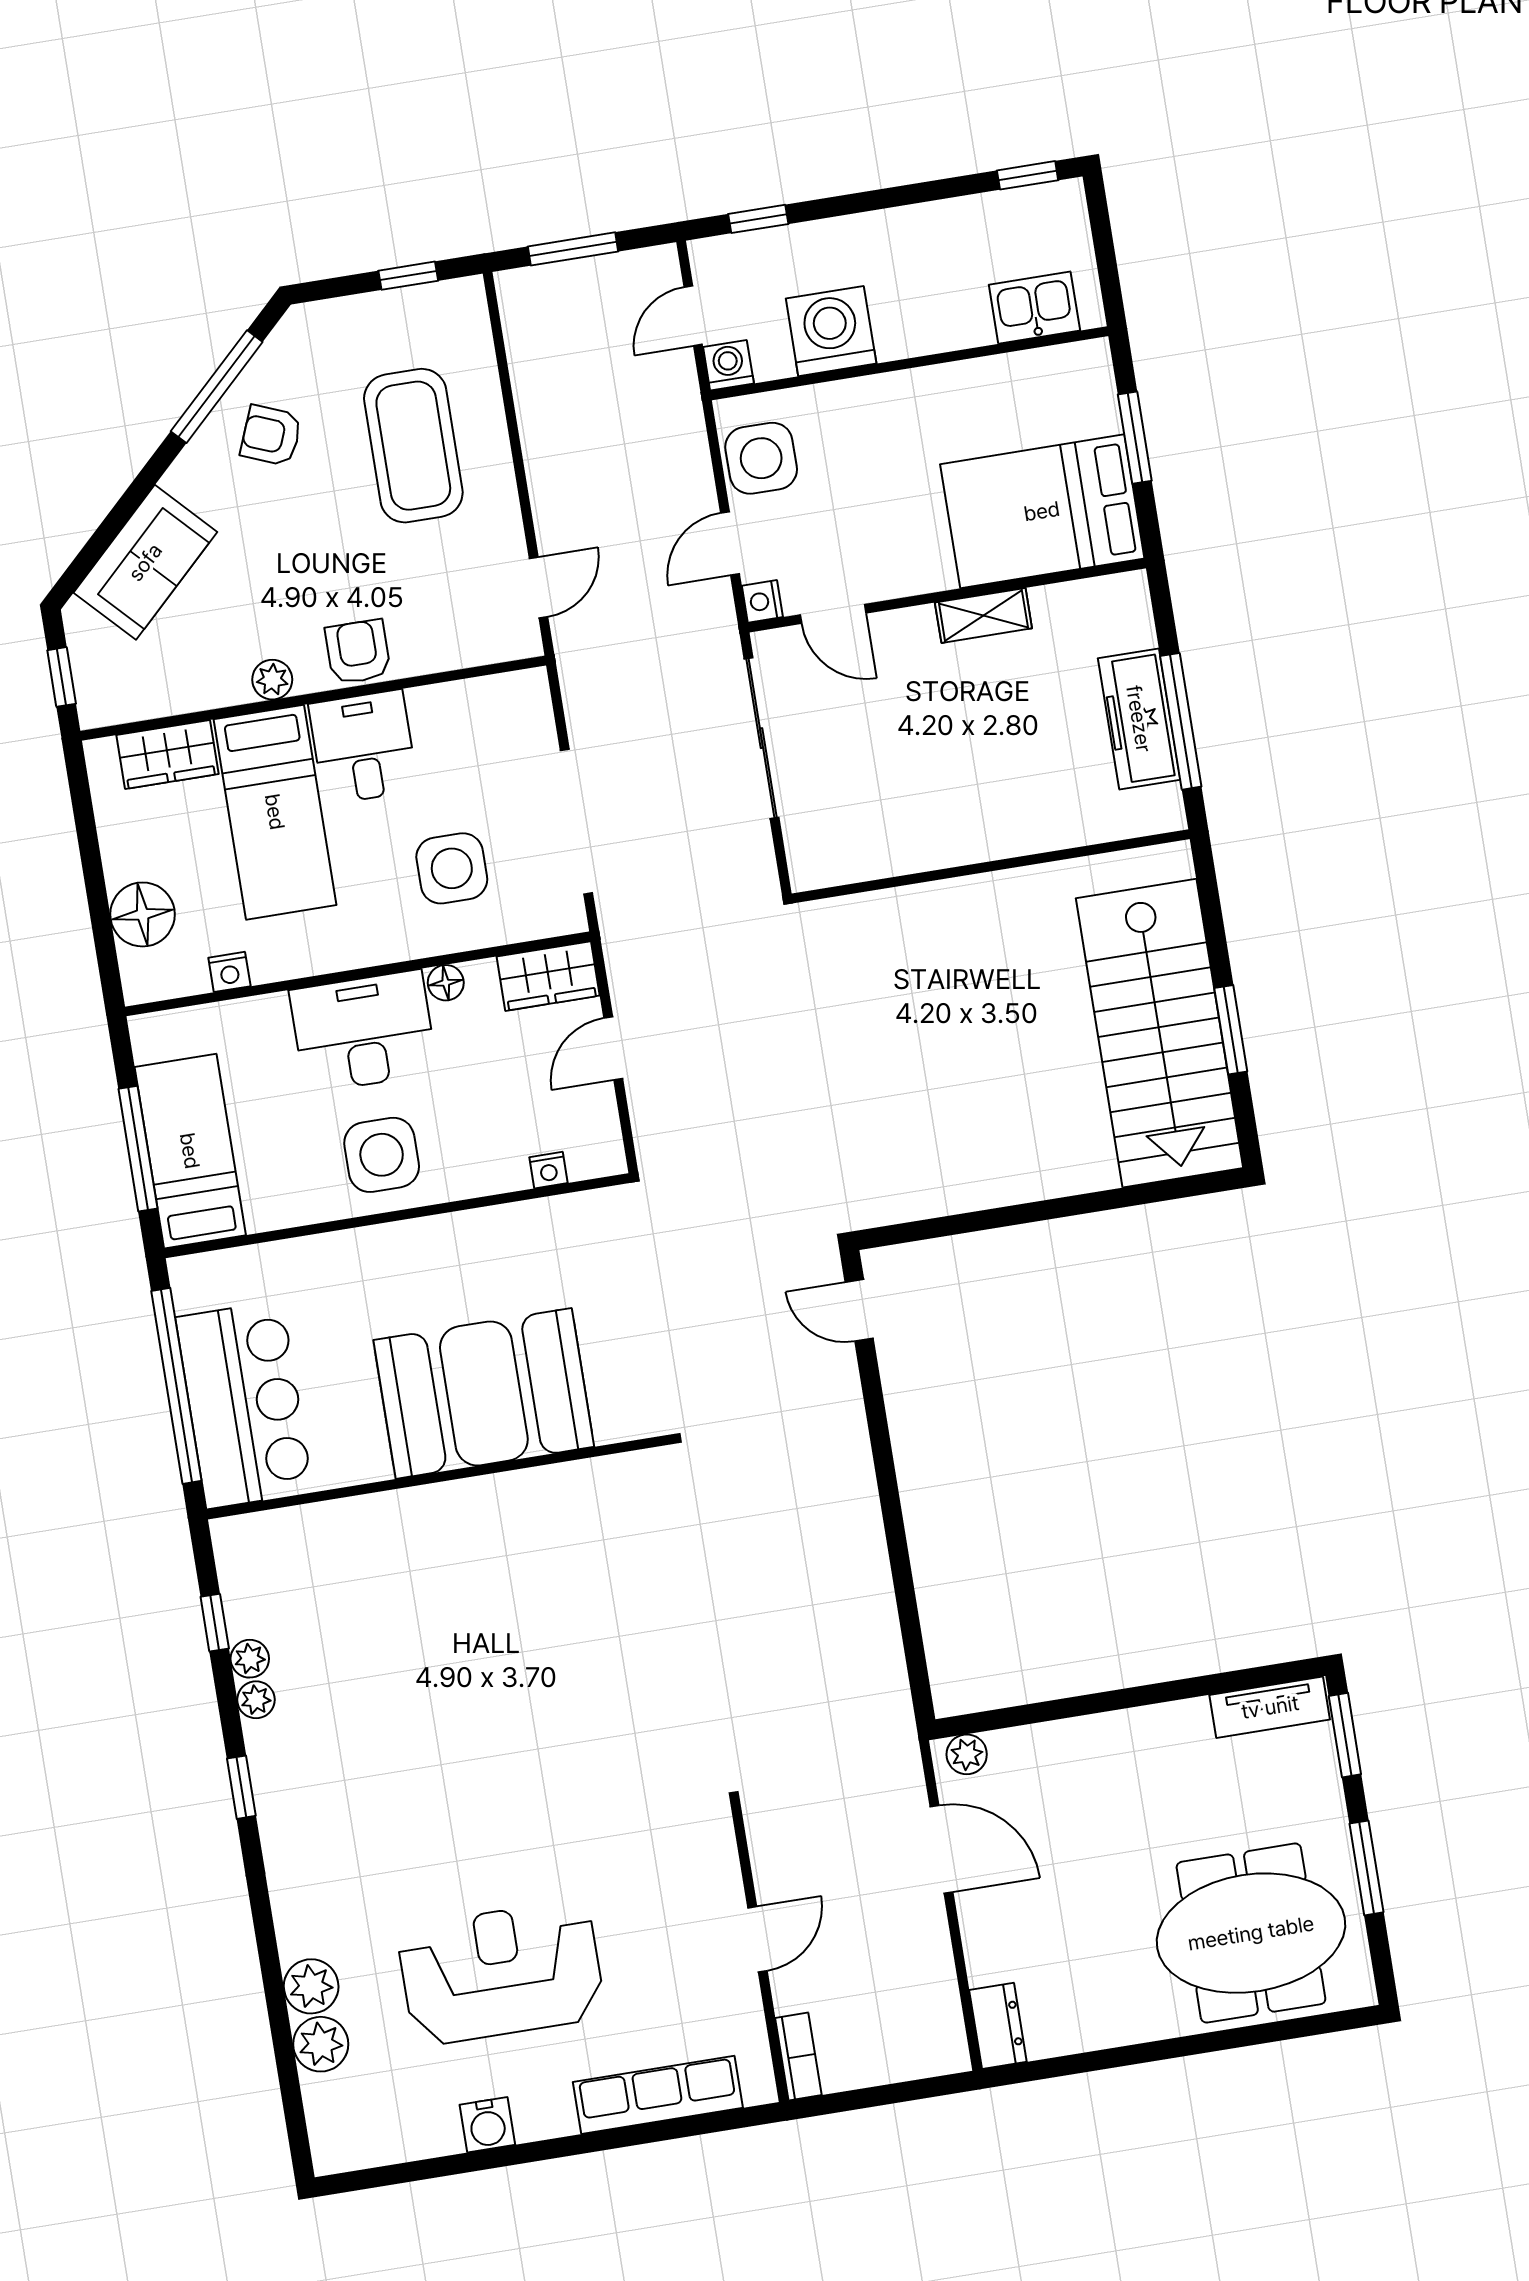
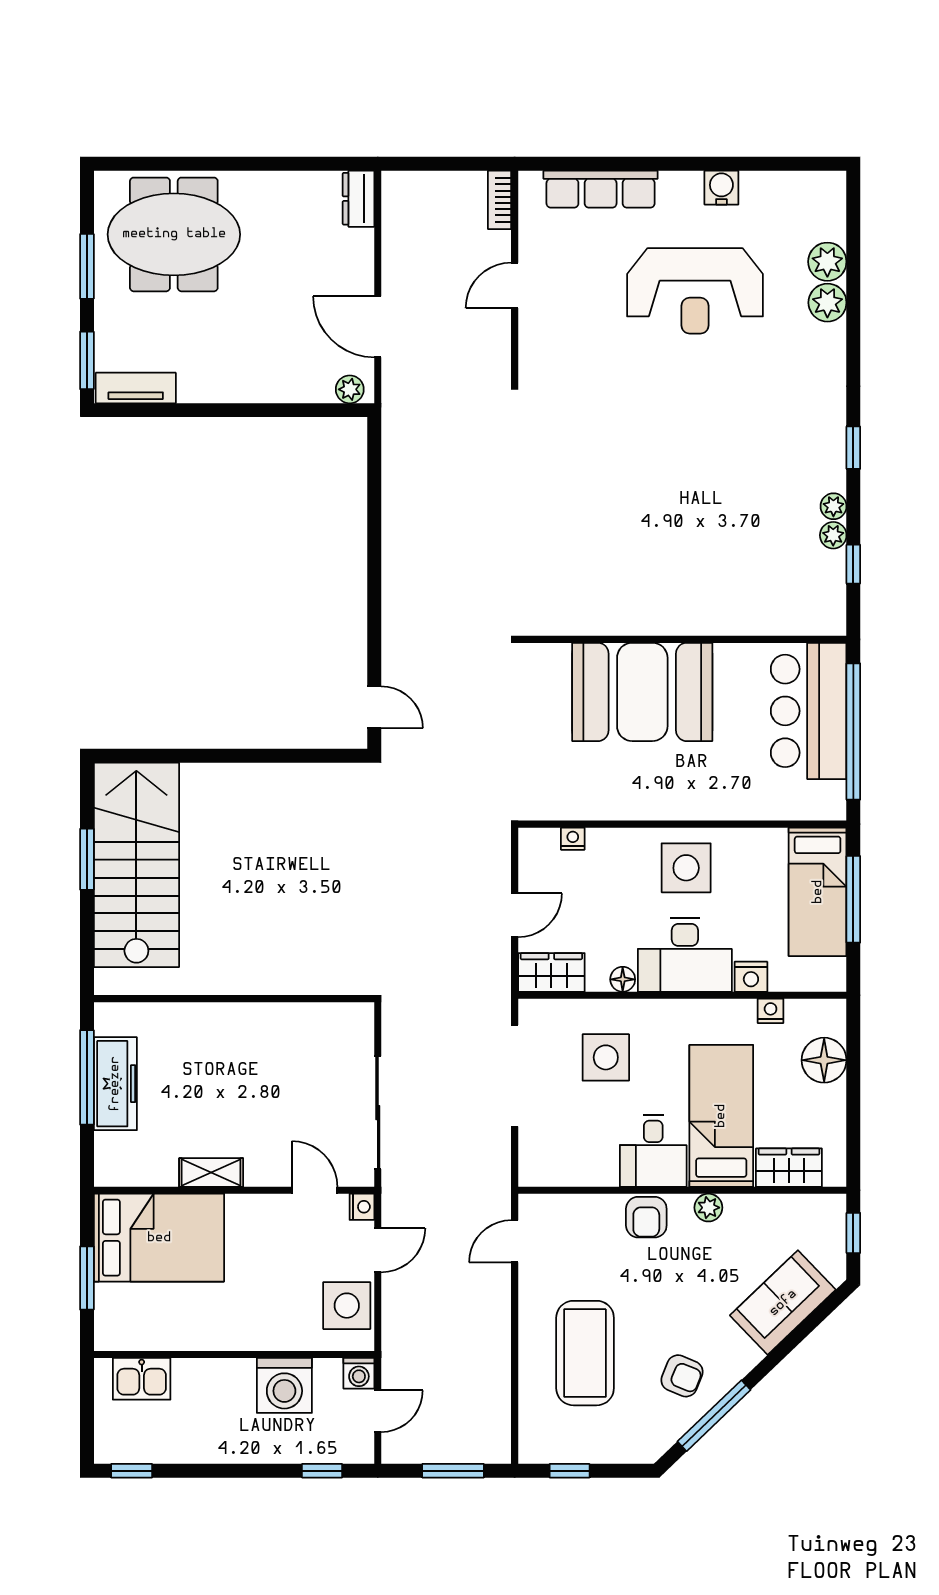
nightstand: (265, 1016) -> (751, 977), added

